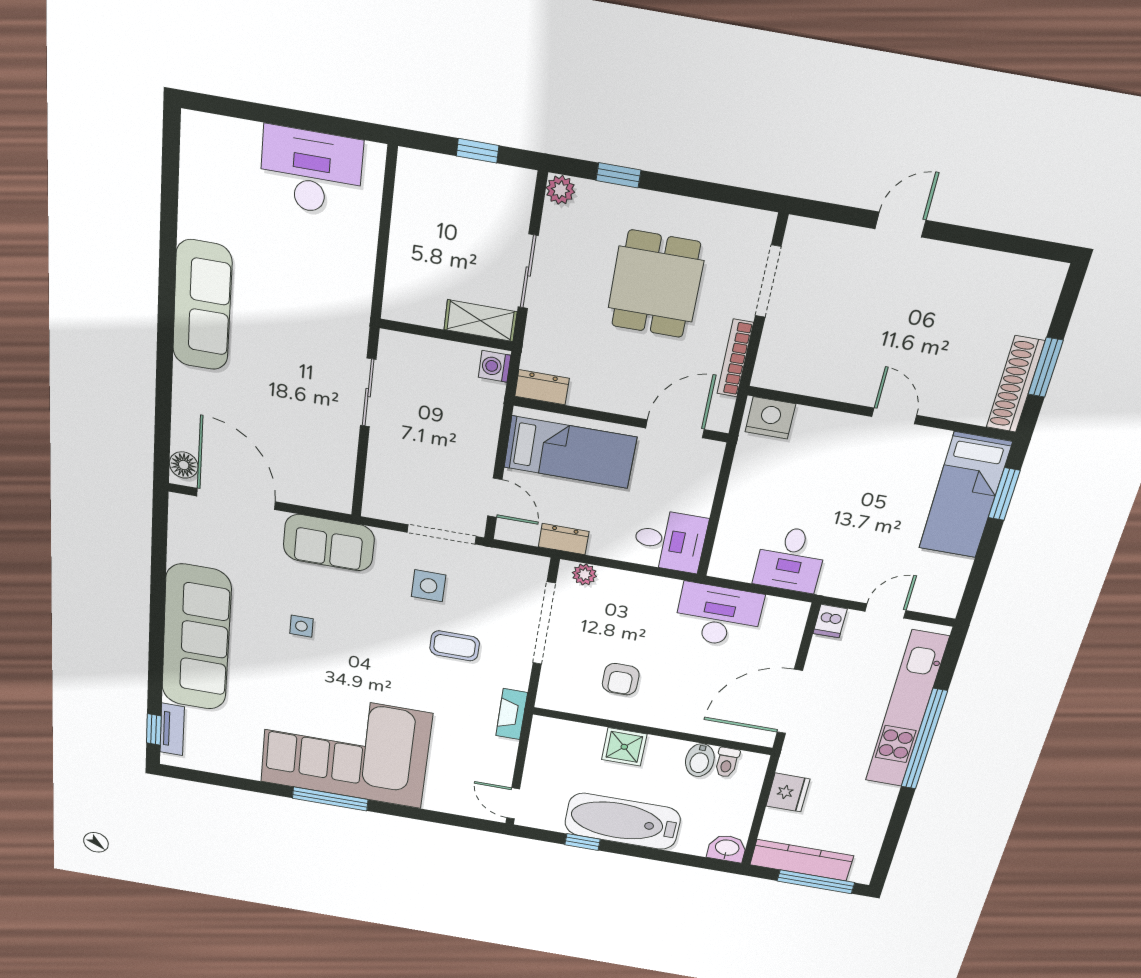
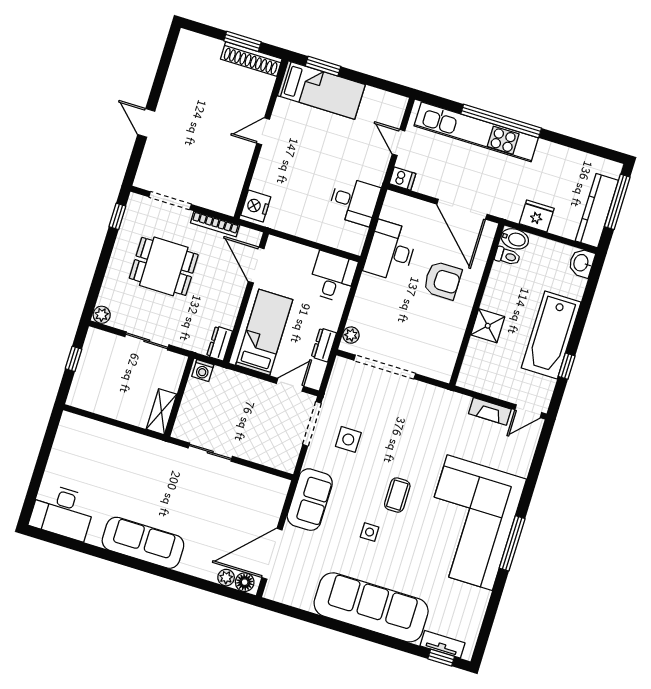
desk: (311, 171) -> (62, 512), moved, turned -90
window: (618, 175) -> (117, 216), moved
shelving: (480, 321) -> (162, 412), moved
plant: (183, 438) -> (226, 578), added
coffee table: (455, 646) -> (397, 495), moved
armchair: (621, 679) -> (442, 280), moved, width x1.38, depth x1.38
fireplace: (512, 714) -> (490, 411), moved
bidet: (700, 760) -> (515, 239), moved

